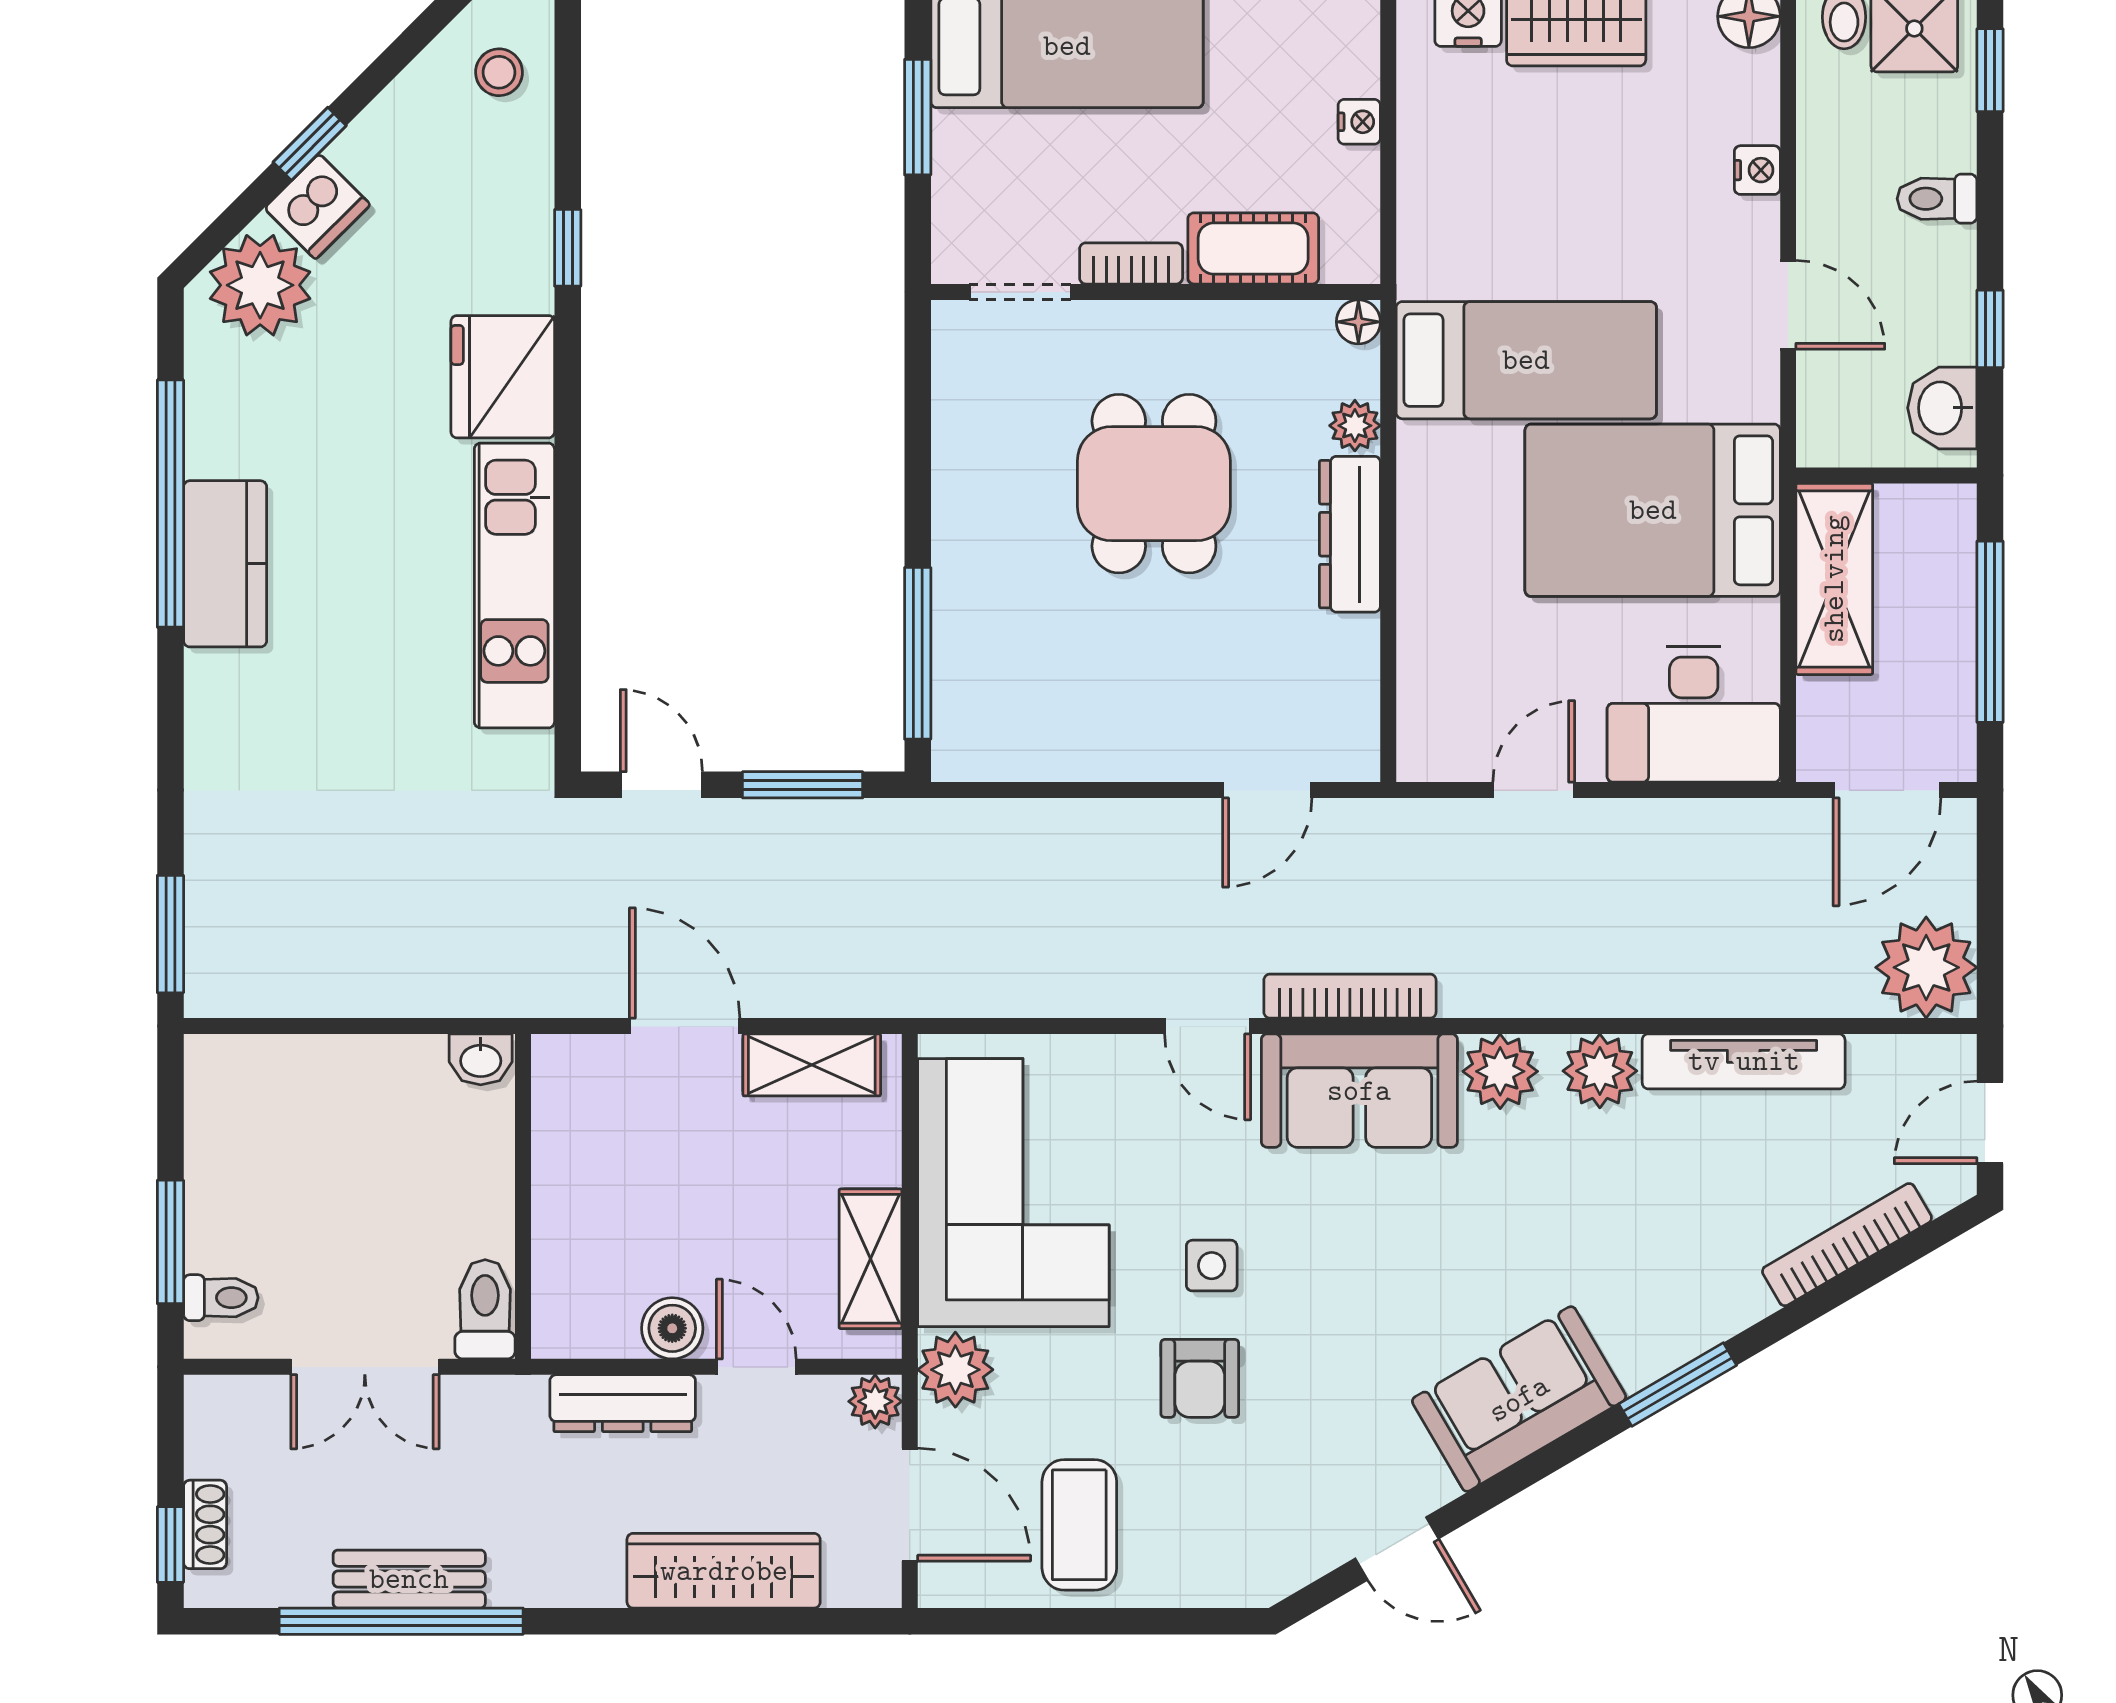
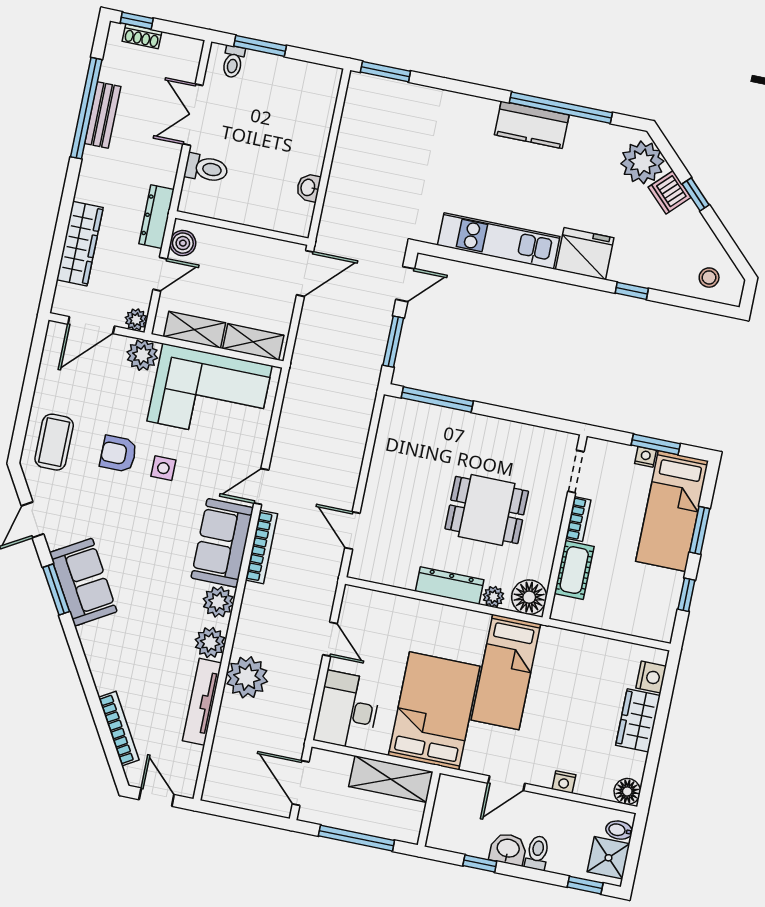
nightstand: (1359, 122) -> (645, 457), moved, turned 180
floor lamp: (1358, 322) -> (529, 597), width x1.89, depth x1.89
washbasin: (1942, 408) -> (508, 849), moved
plant: (1926, 967) -> (247, 677), moved
shelving: (812, 1065) -> (253, 342), moved, turned 90
wall: (523, 1196) -> (242, 228), moved
window: (1678, 1385) -> (56, 590), moved
coffee table: (1079, 1525) -> (54, 442), moved, turned 90

